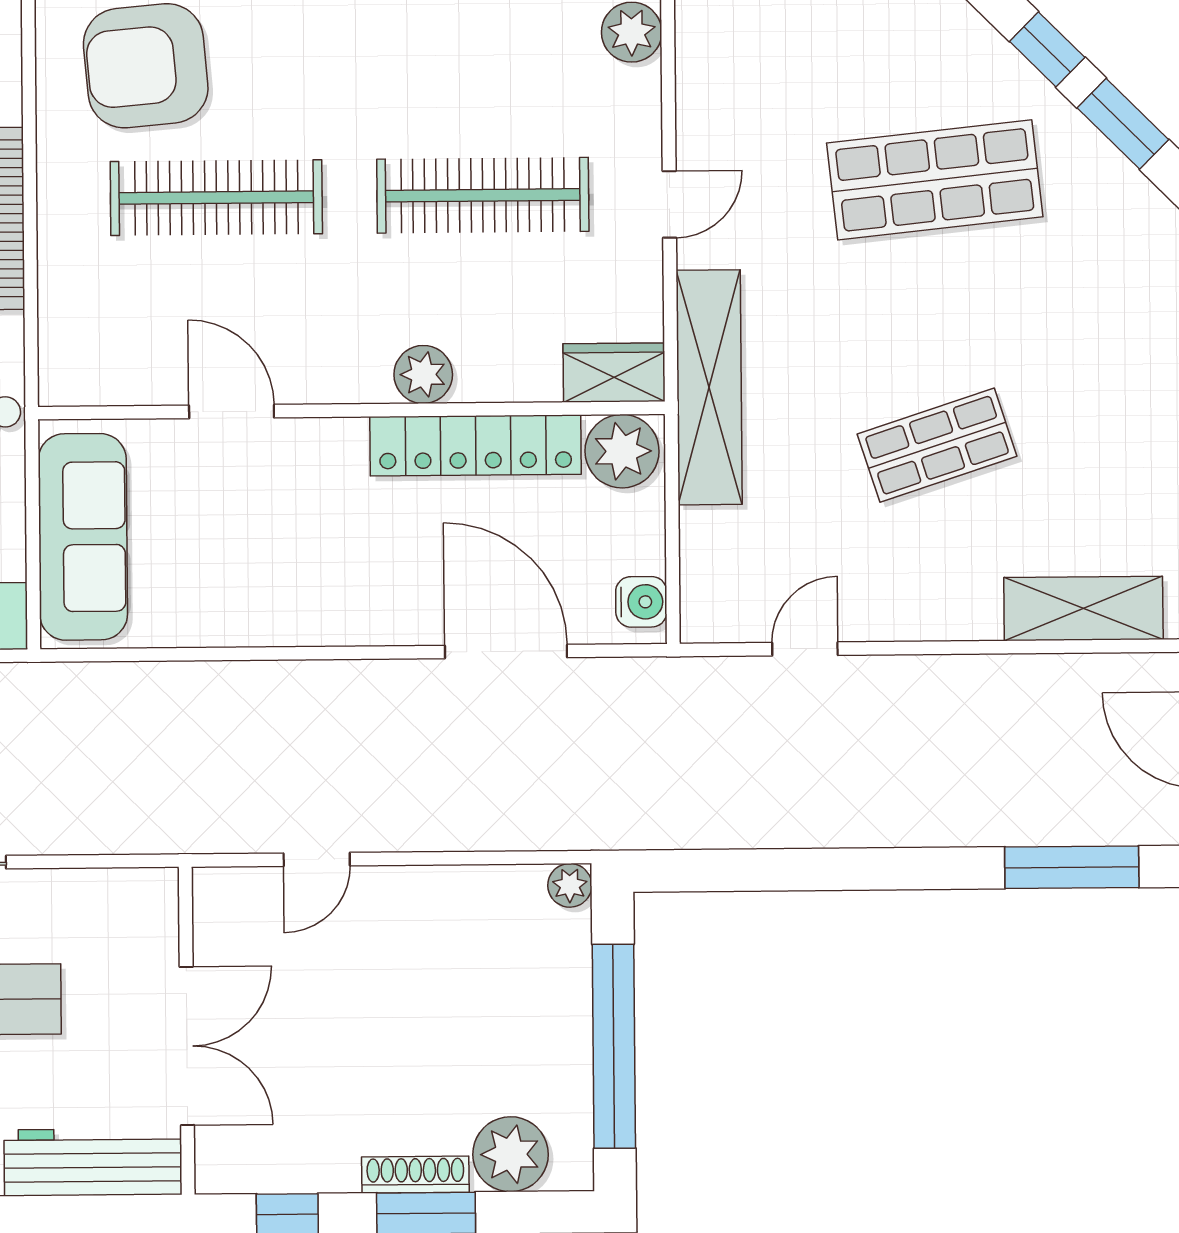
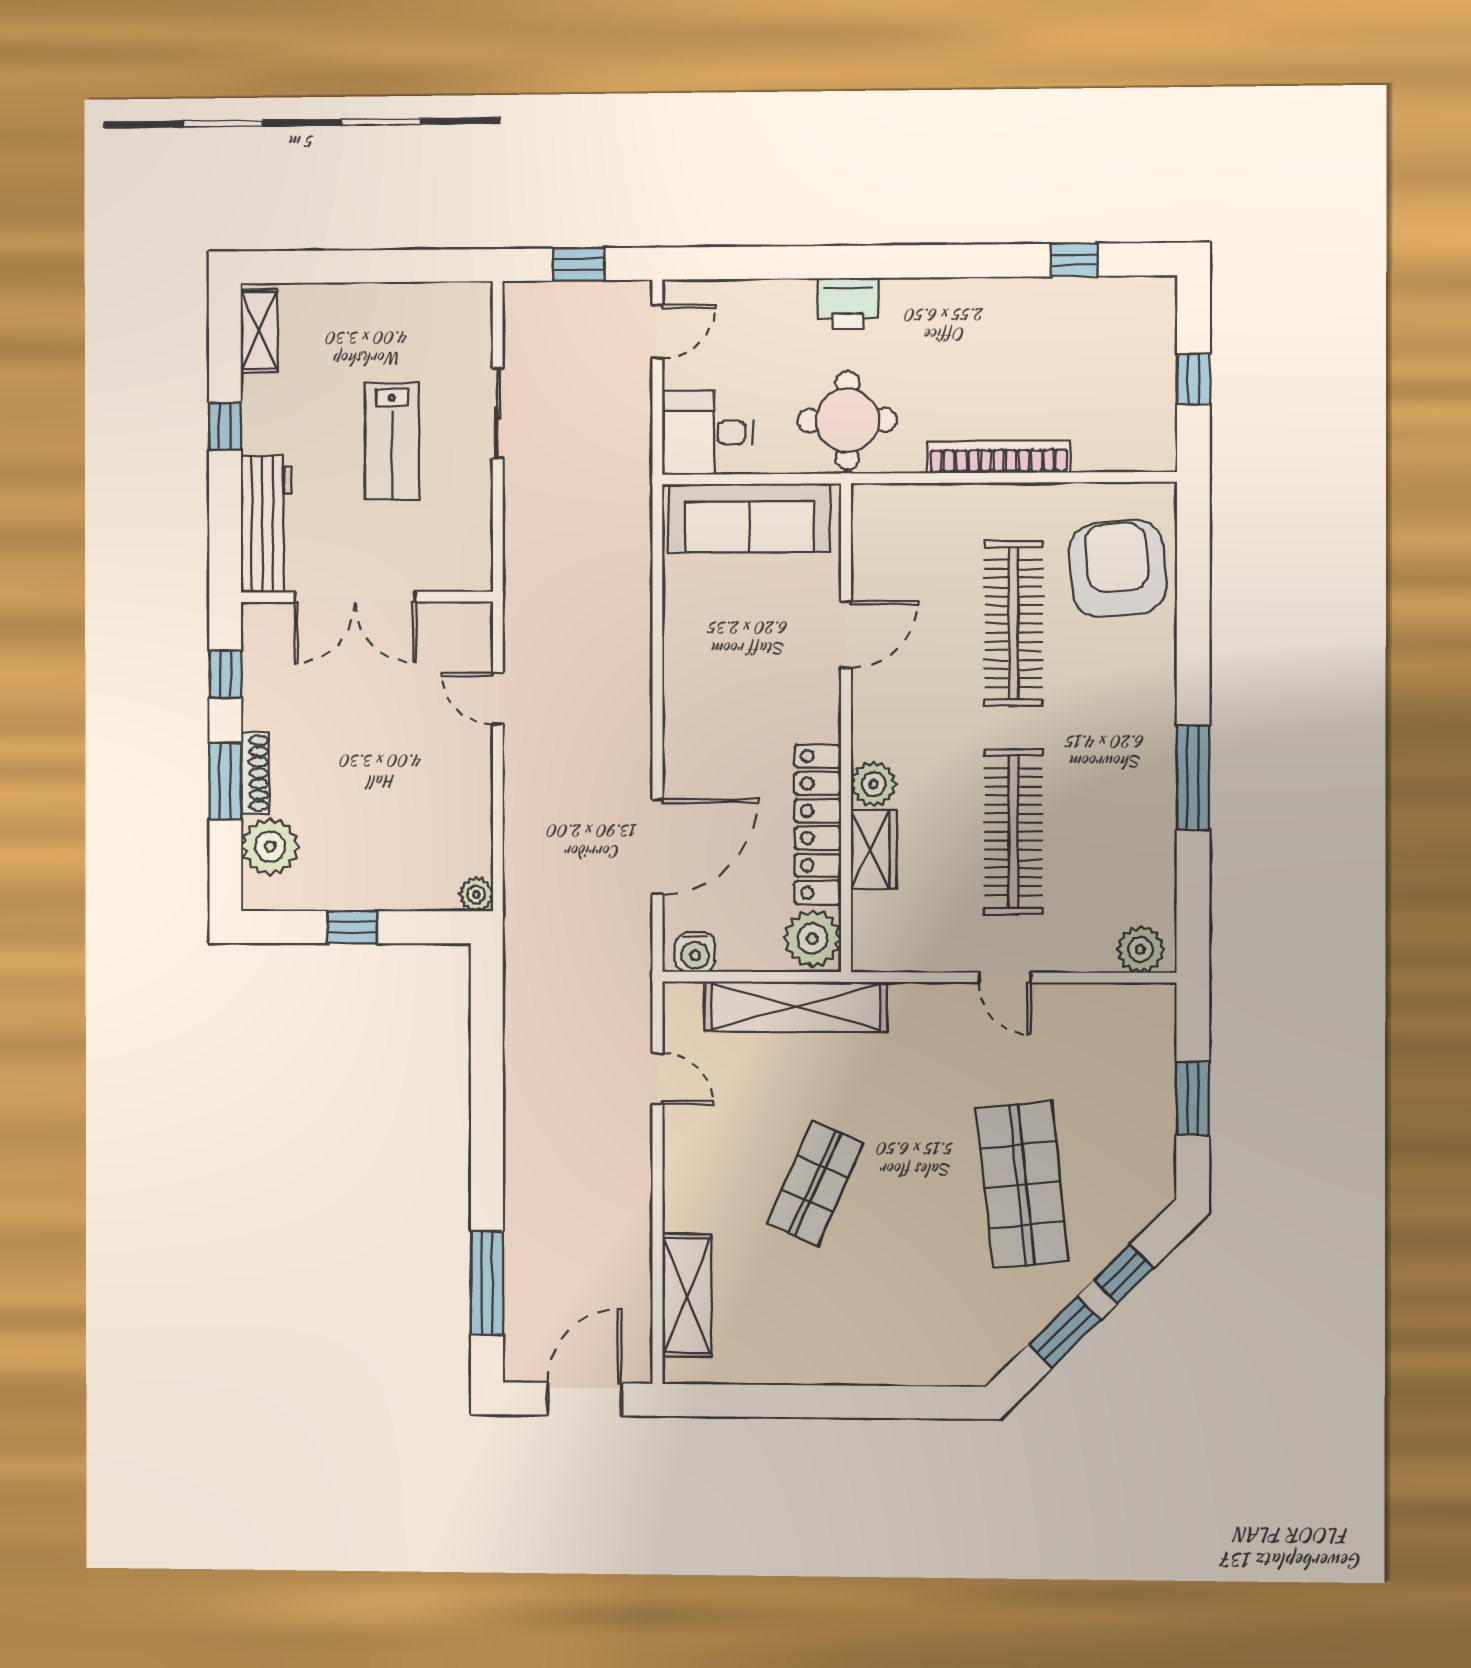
wardrobe: (614, 373) -> (874, 850), moved
shelving: (709, 387) -> (796, 1007), moved
shop shelf: (937, 445) -> (815, 1184), turned 42
window: (614, 1046) -> (352, 927), width x0.32

